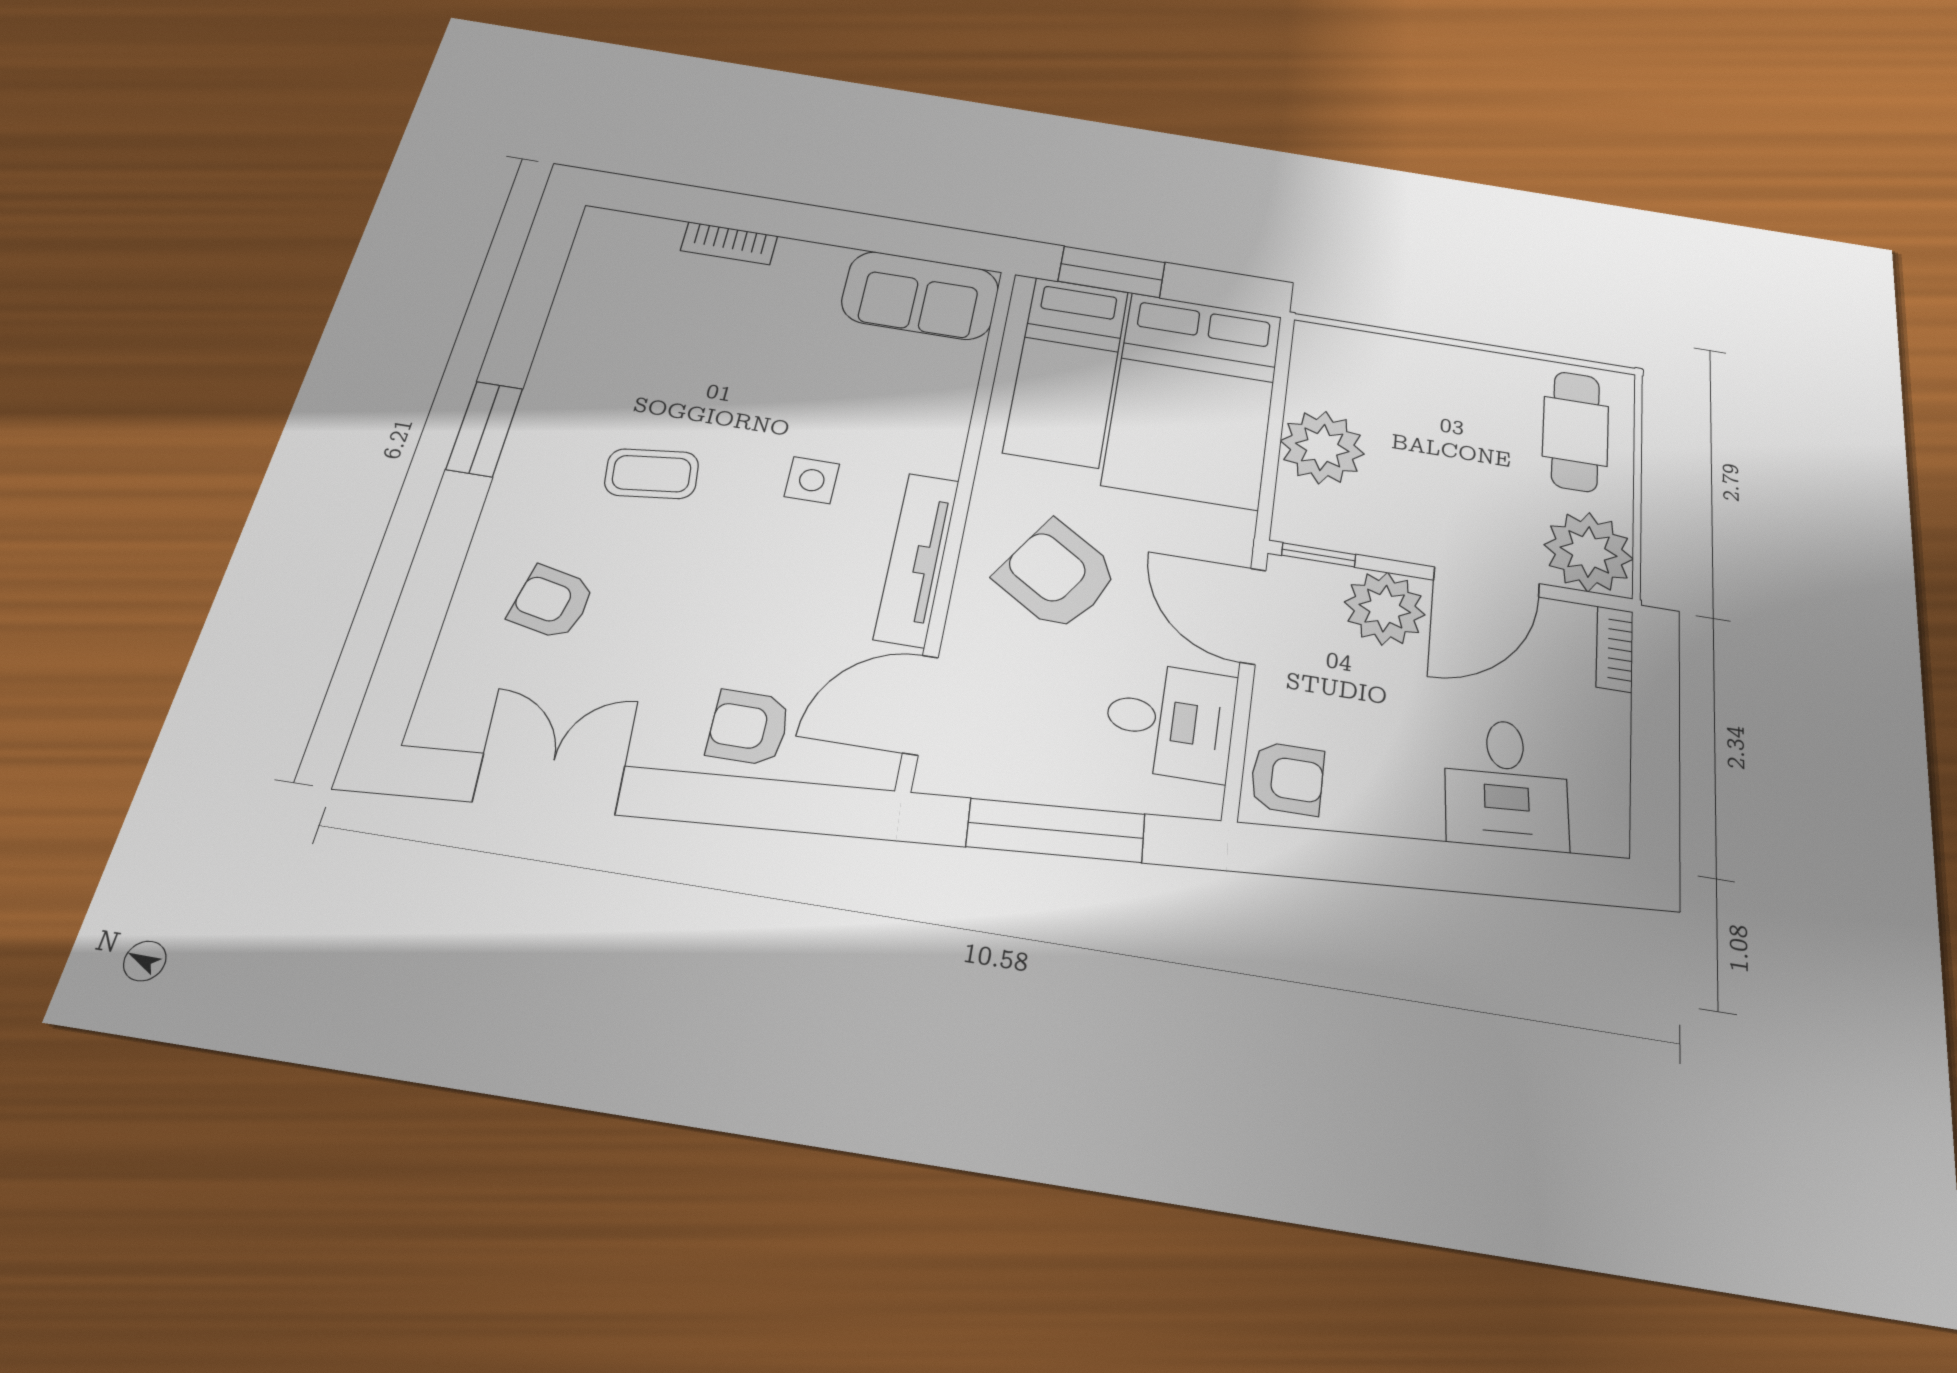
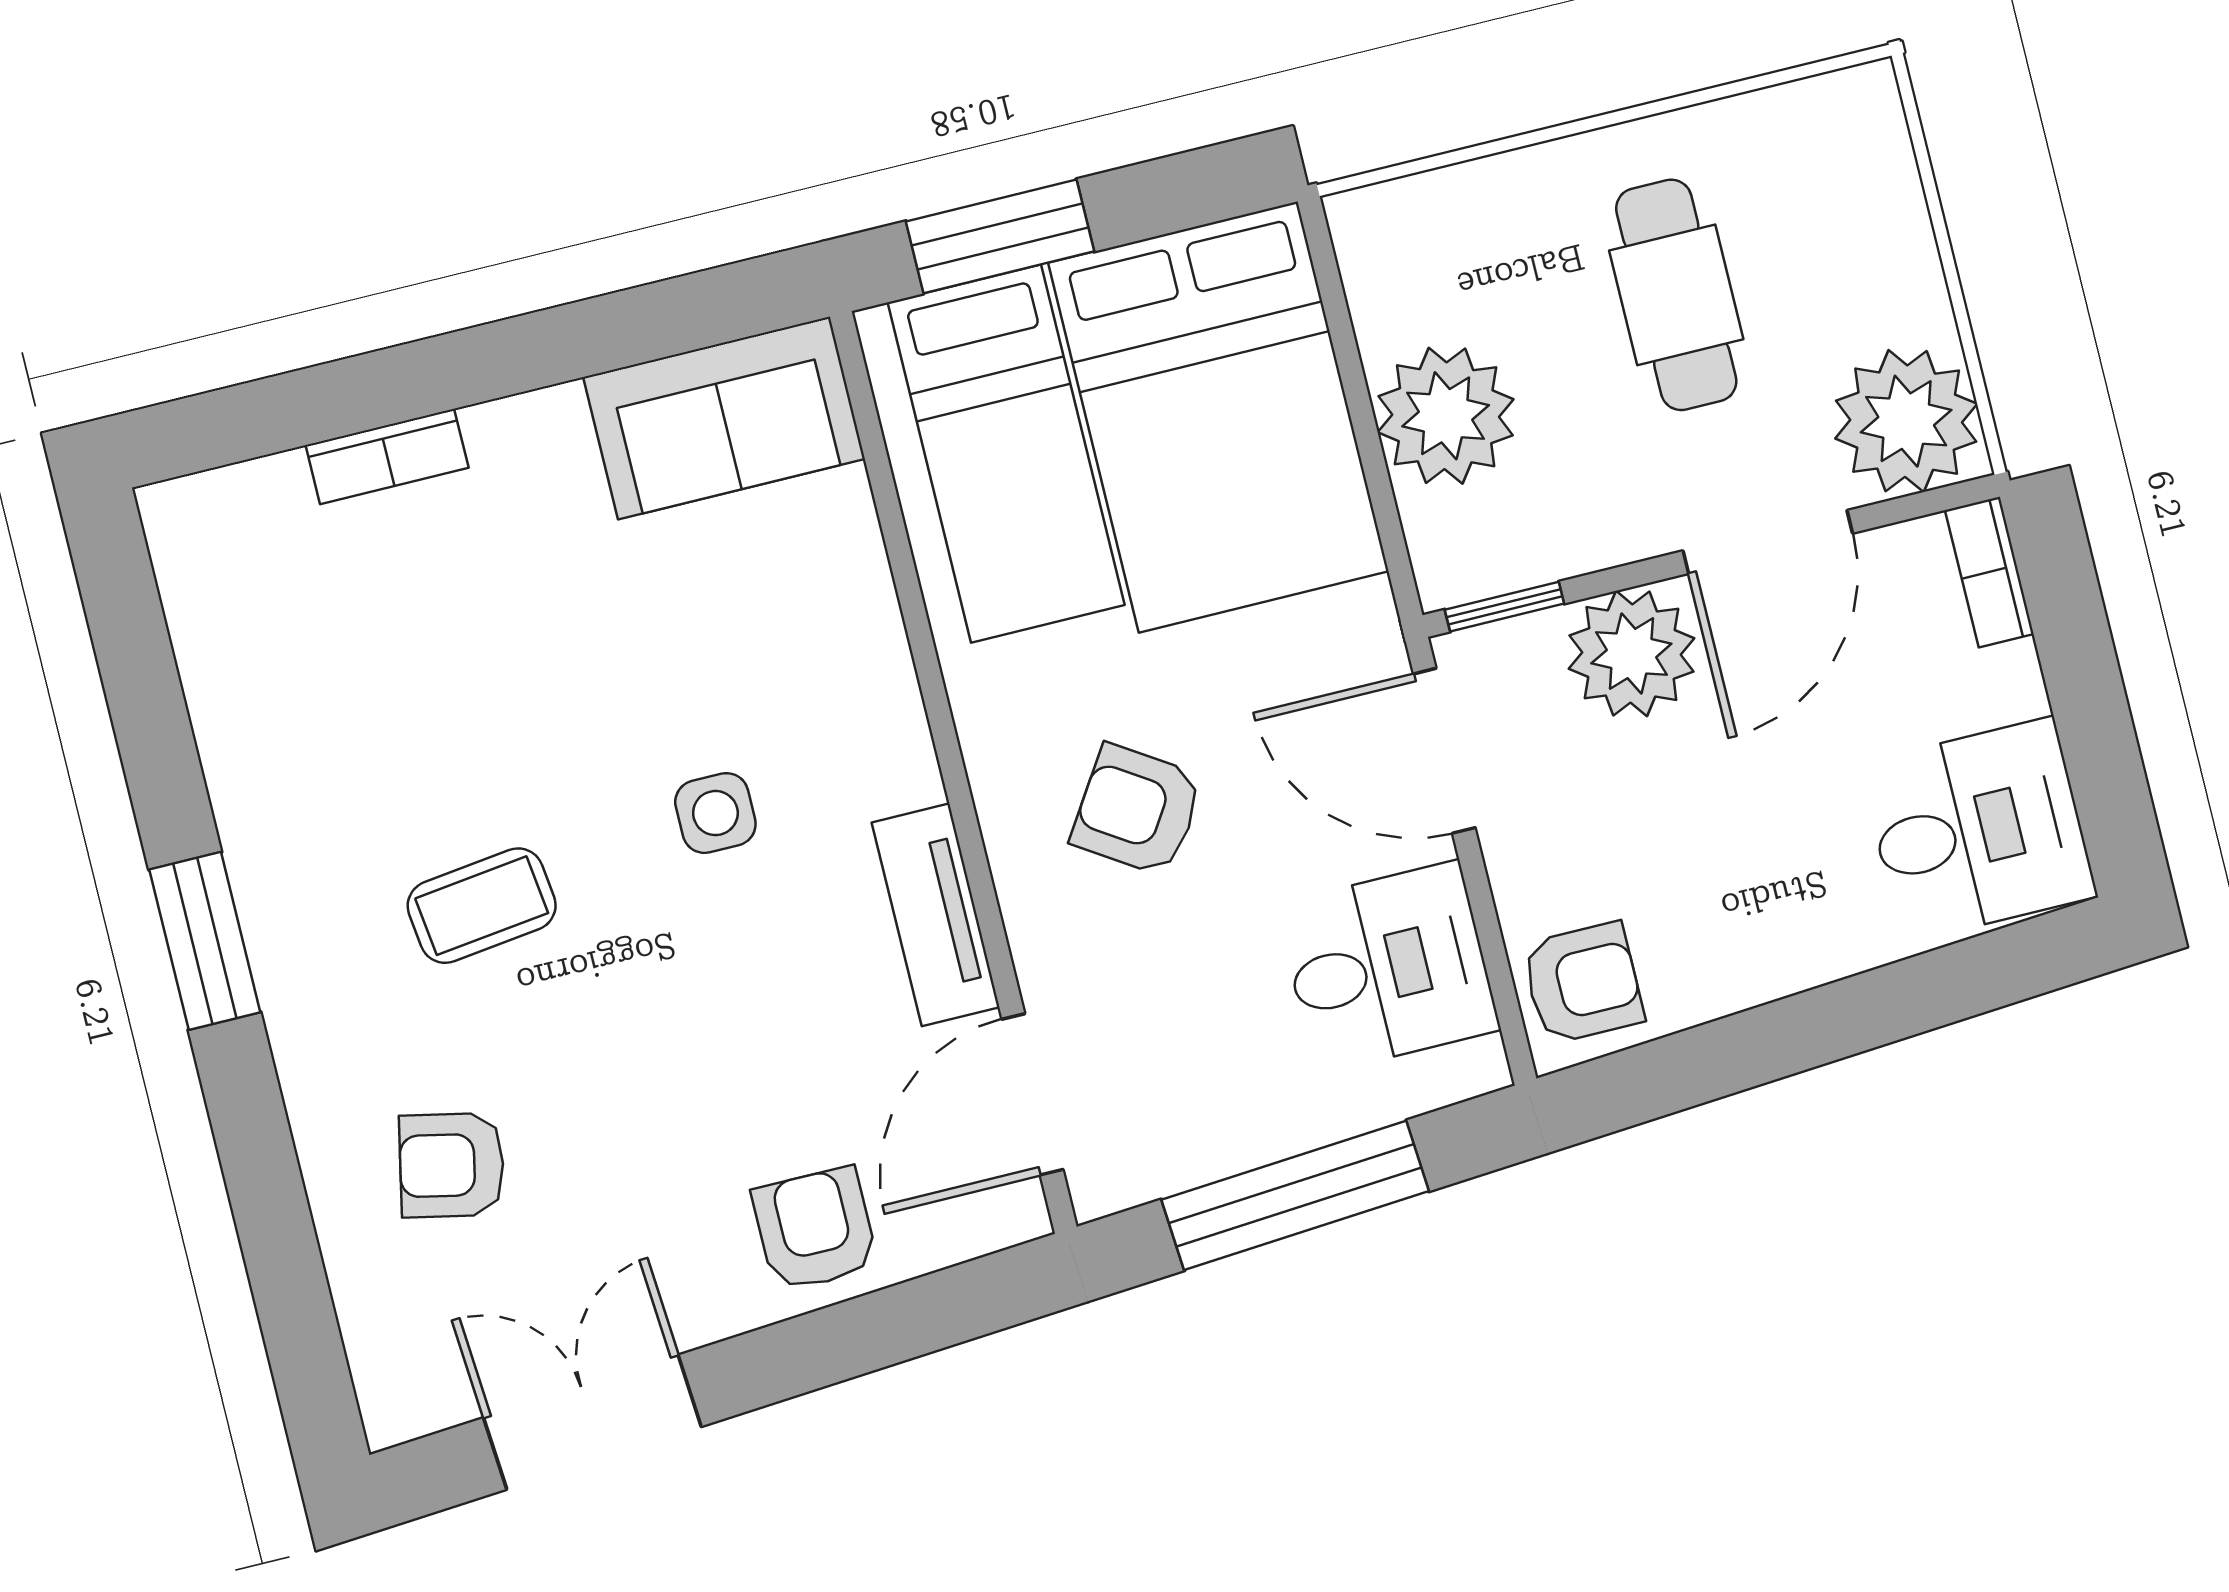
cafe table: (1576, 431) -> (1676, 295), moved
tv unit: (917, 559) -> (936, 915), width x0.71
armchair: (1057, 575) -> (1137, 810), width x0.72, depth x0.72
armchair: (749, 727) -> (815, 1229), turned 90
desk: (1506, 784) -> (1978, 830), moved, turned -86

